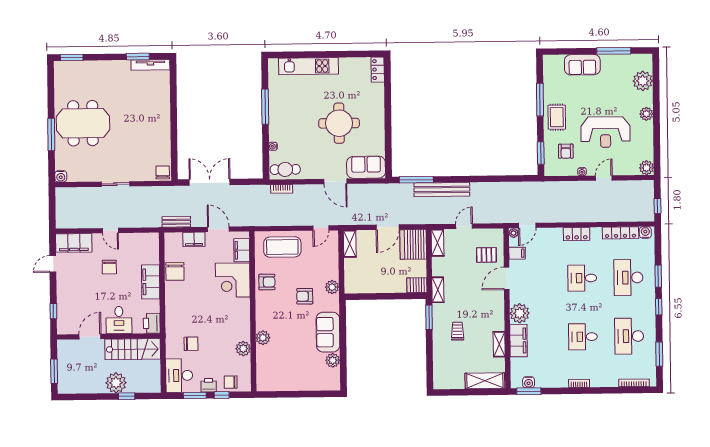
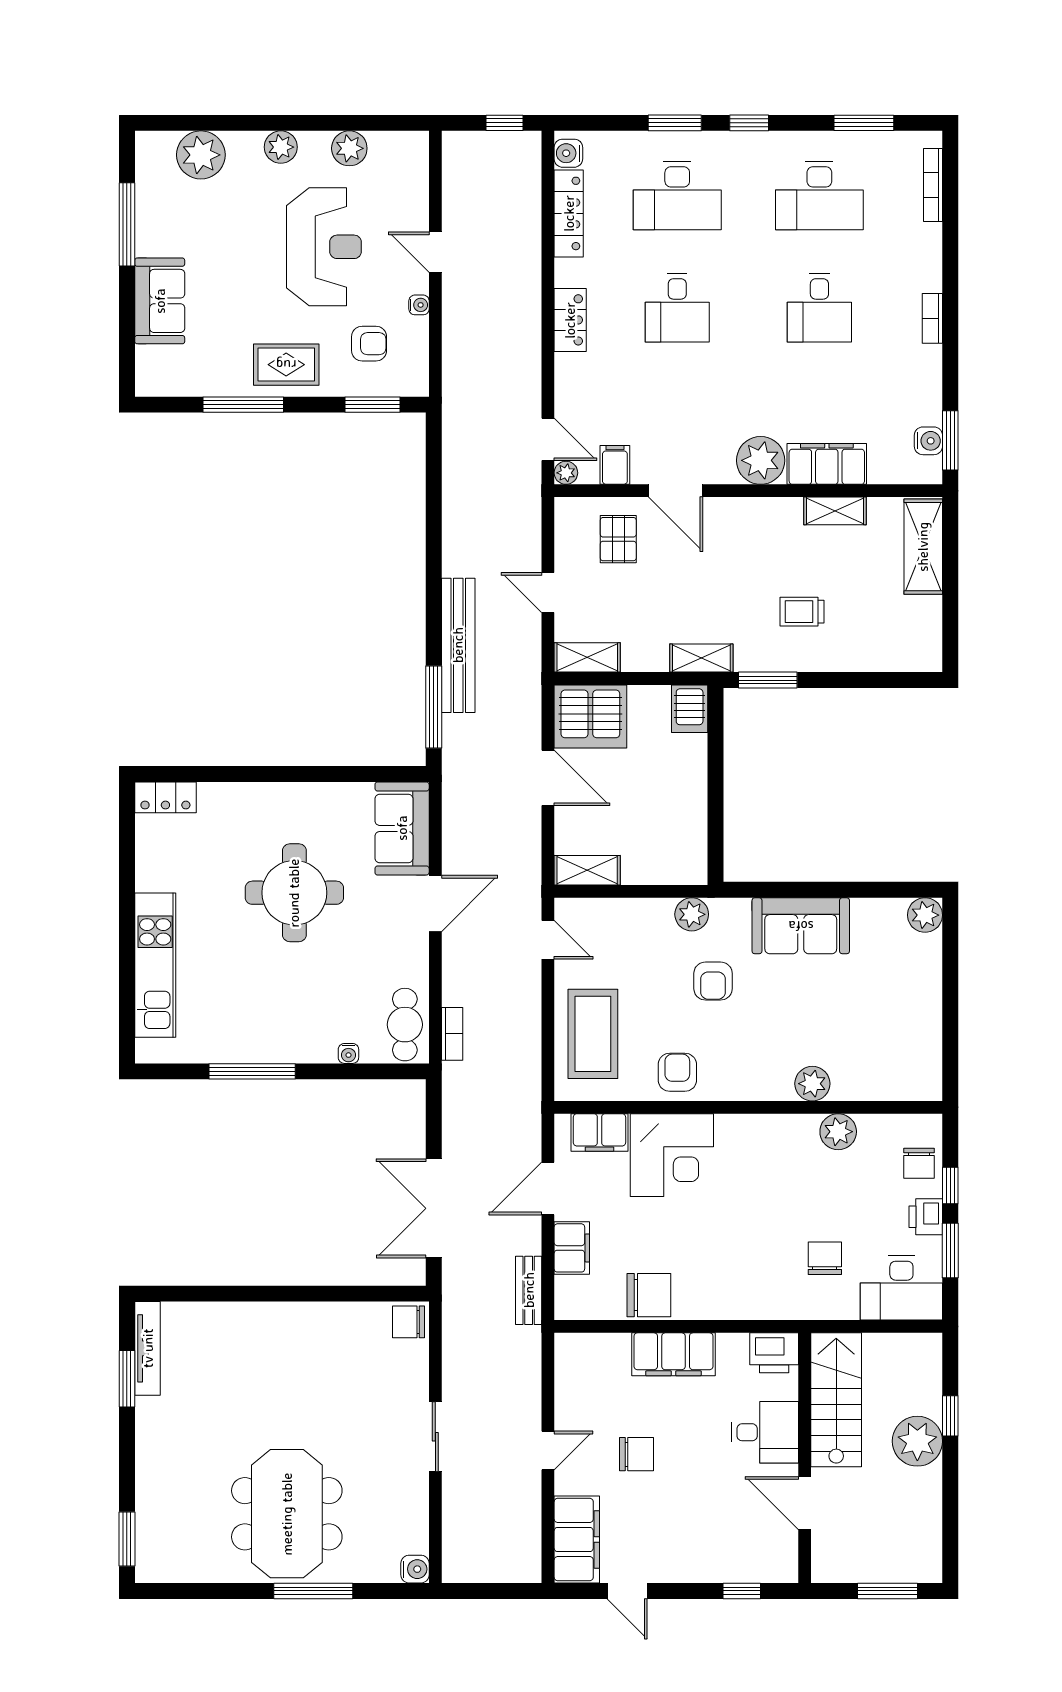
plant: (647, 168) -> (349, 148), moved
plant: (333, 360) -> (925, 915), moved

